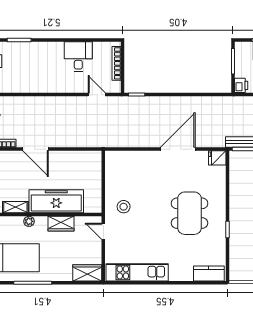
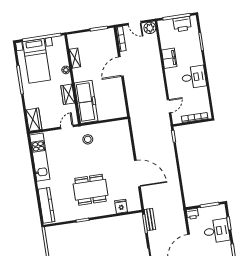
desk: (78, 57) -> (194, 77), moved
filing cabinet: (34, 85) -> (169, 58), added
fridge: (217, 158) -> (121, 206), moved
freezer: (56, 201) -> (86, 102), moved
kitchen counter: (209, 274) -> (46, 205), width x1.50

